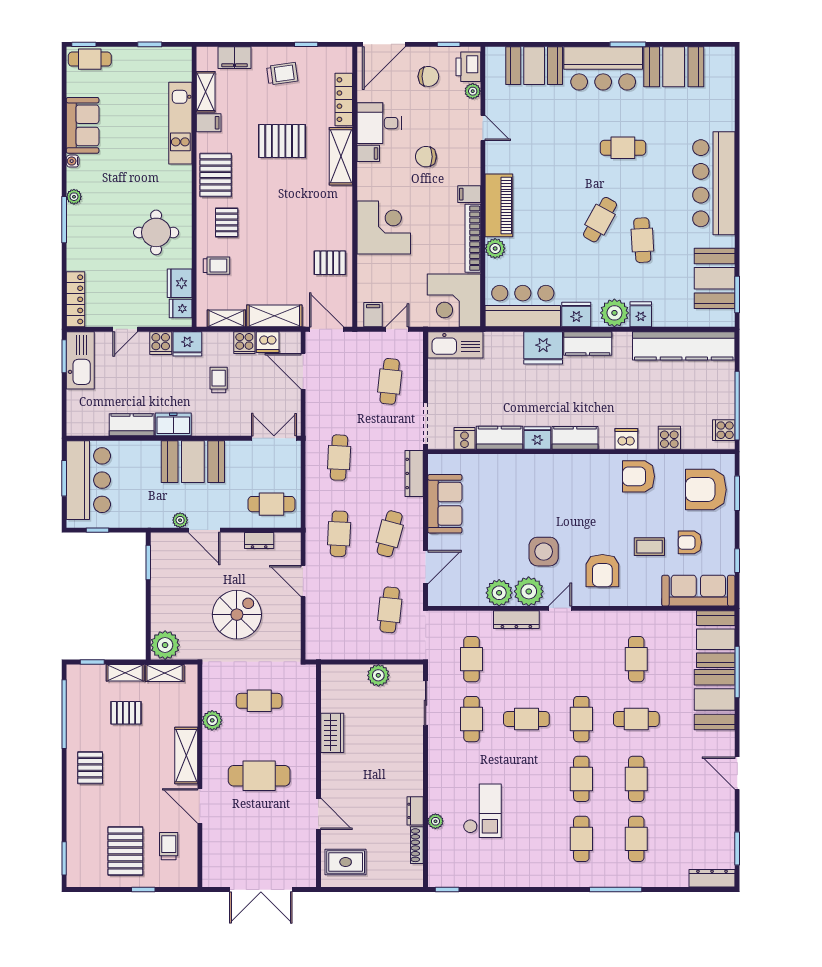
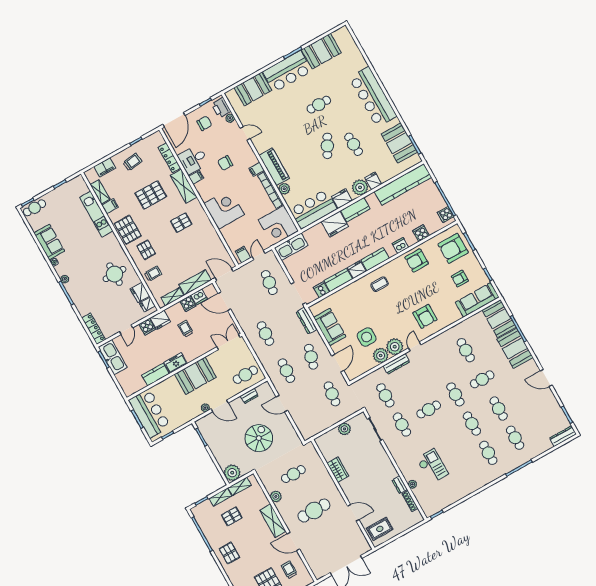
pallet: (330, 263) -> (181, 223), moved
coffee table: (649, 547) -> (380, 284), moved
side table: (544, 552) -> (367, 337), moved

